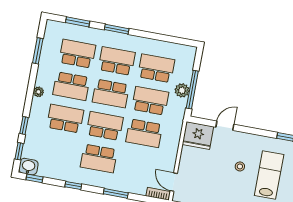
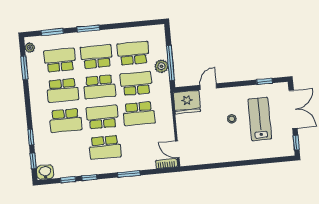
plant: (38, 92) -> (30, 48), moved
school desk: (65, 119) -> (66, 121), turned 180
window: (35, 178) -> (68, 180), moved

